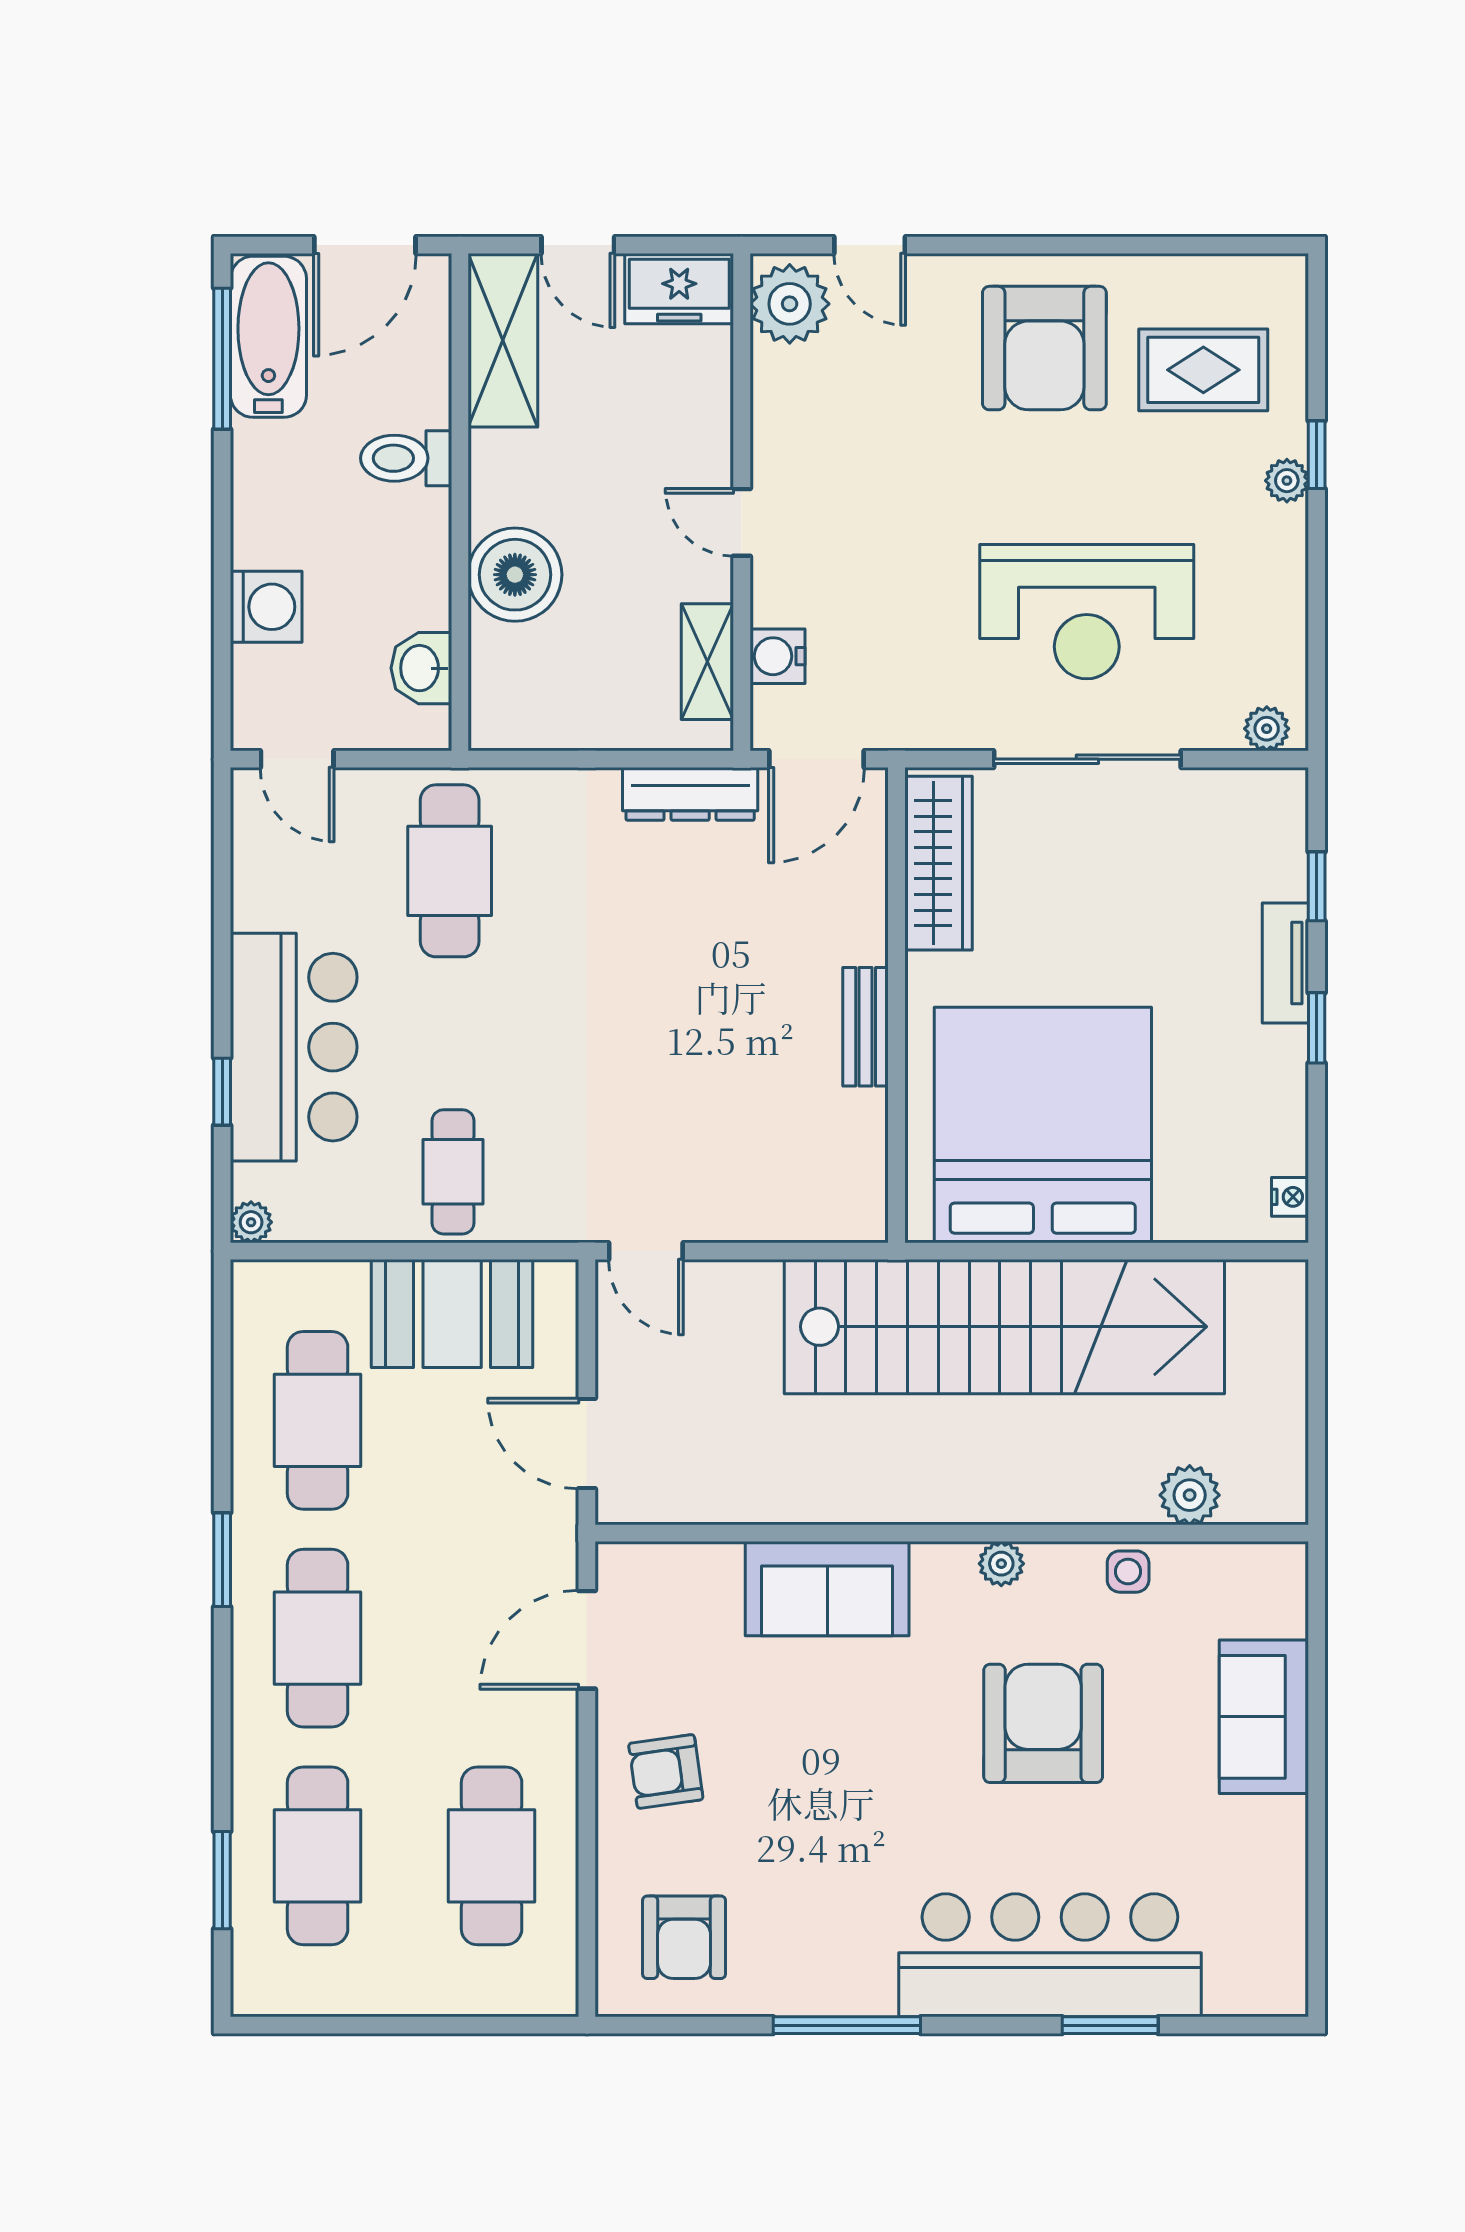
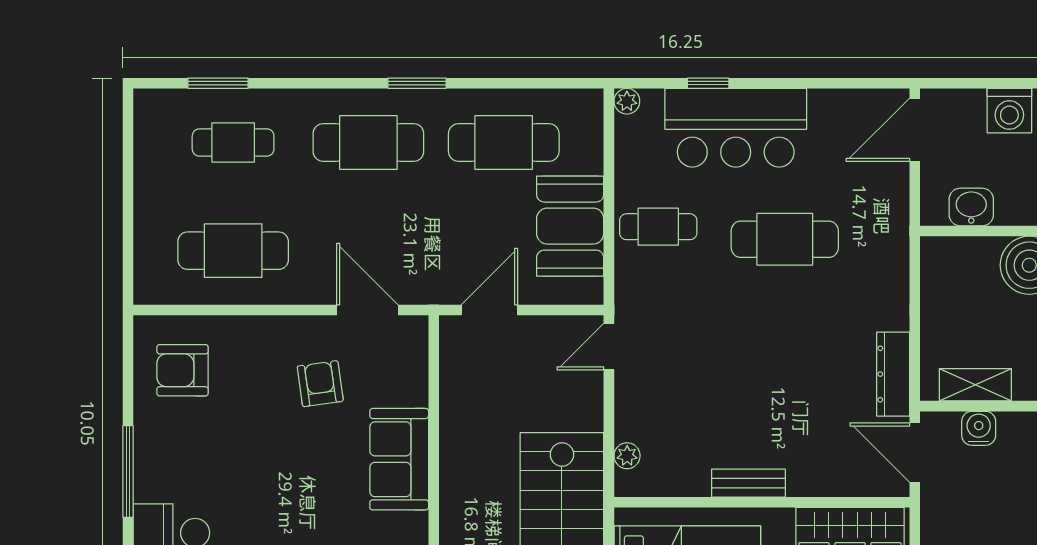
door: (297, 759) -> (915, 130), width x1.38
cafe table: (450, 871) -> (785, 239), moved
plant: (822, 1222) -> (627, 456), added
armchair: (666, 1771) -> (320, 384), moved
cafe table: (318, 1856) -> (233, 143), width x0.73, depth x0.74

